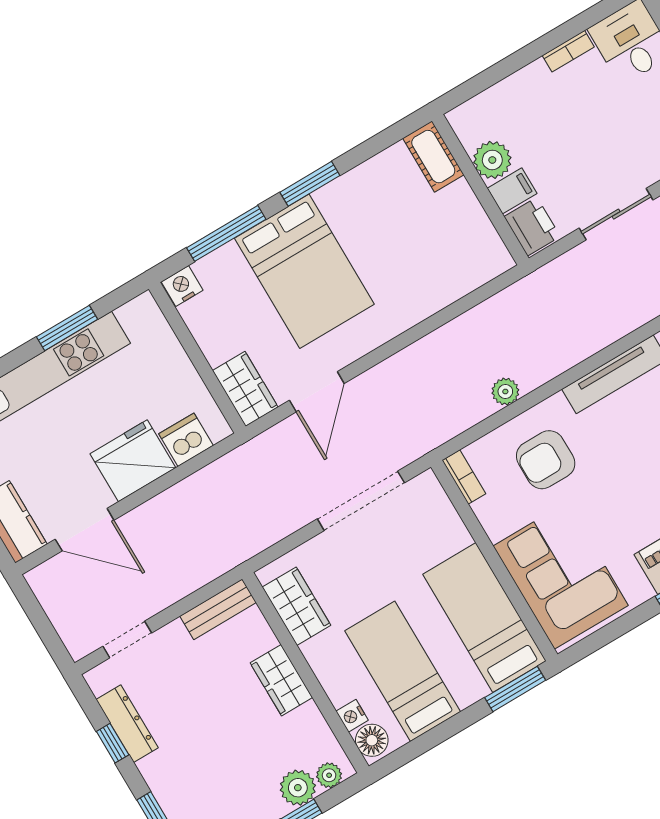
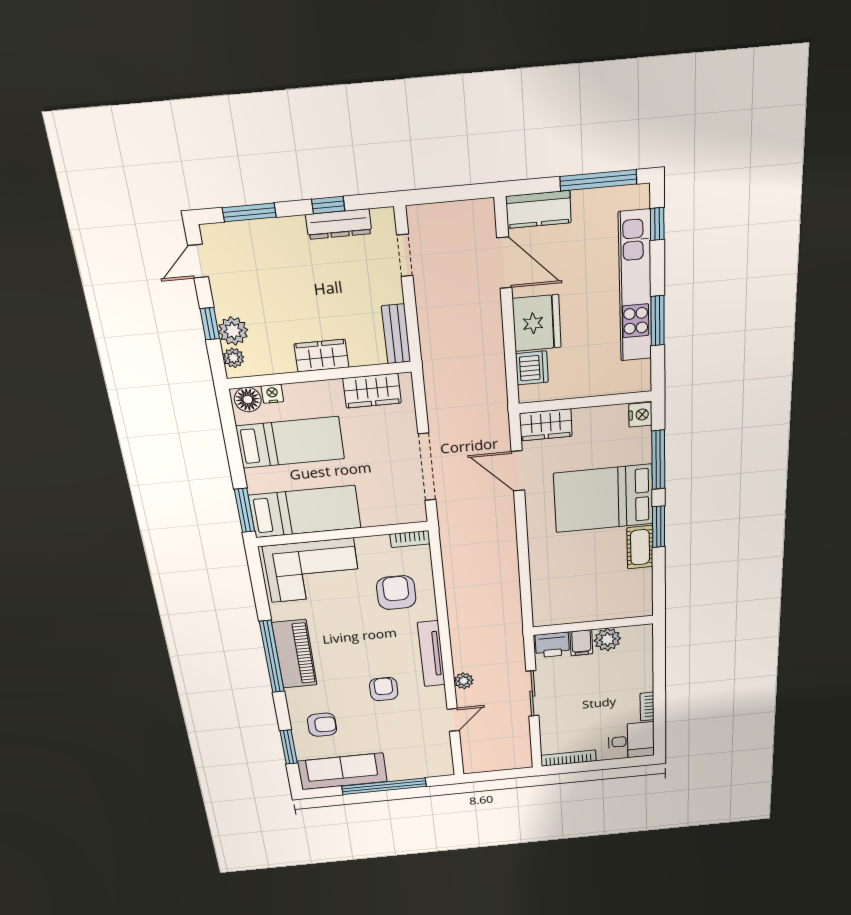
cot: (433, 157) -> (640, 547), moved, turned 90
plant: (505, 392) -> (464, 681), moved
door: (85, 530) -> (504, 263), swing flipped

